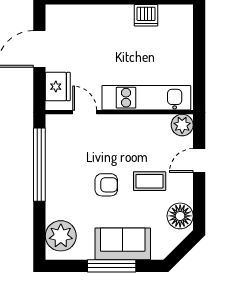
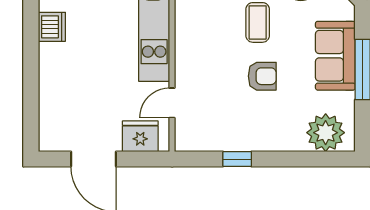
window: (39, 165) -> (237, 159), width x0.32
armchair: (106, 185) -> (262, 76), turned 90

